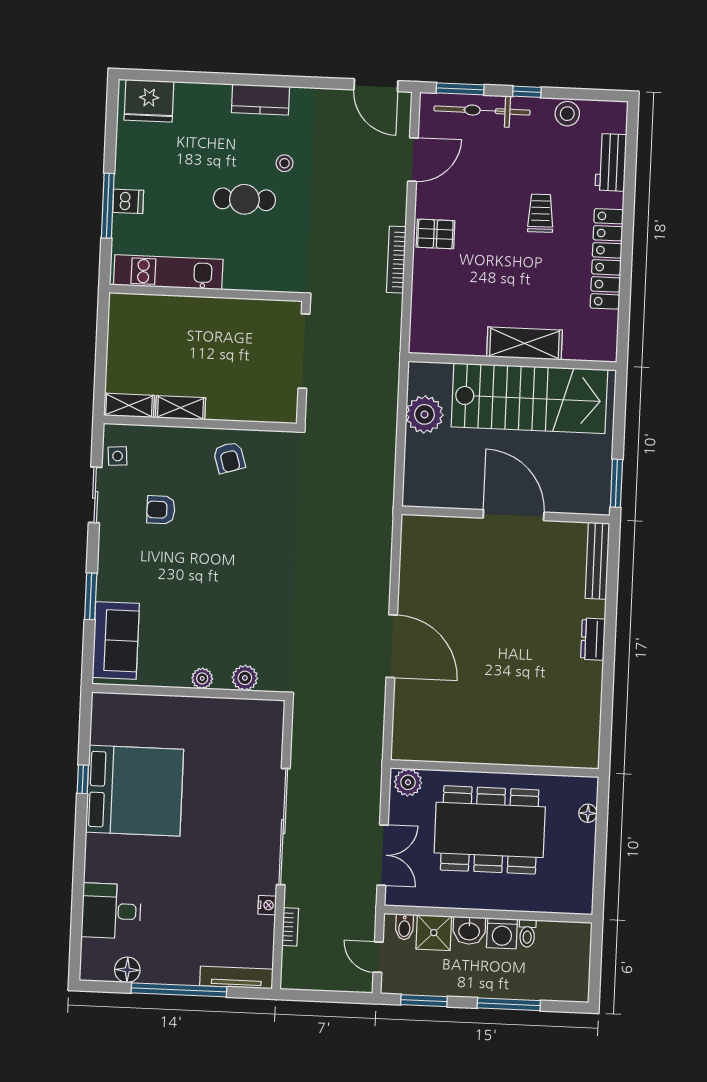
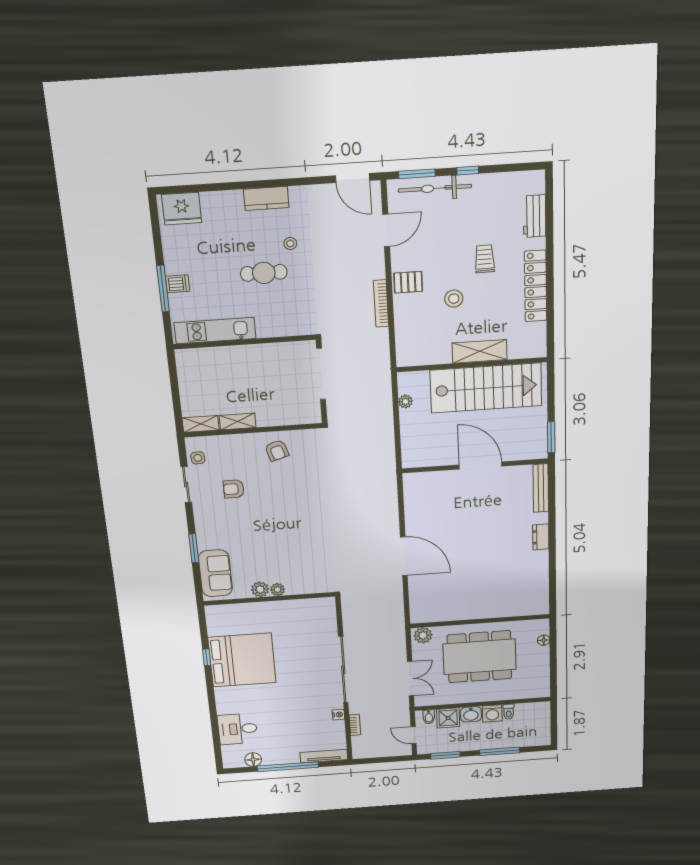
stool: (567, 114) -> (454, 299), moved
plant: (424, 414) -> (405, 401), width x0.53, depth x0.53
plant: (245, 678) -> (260, 589), moved

